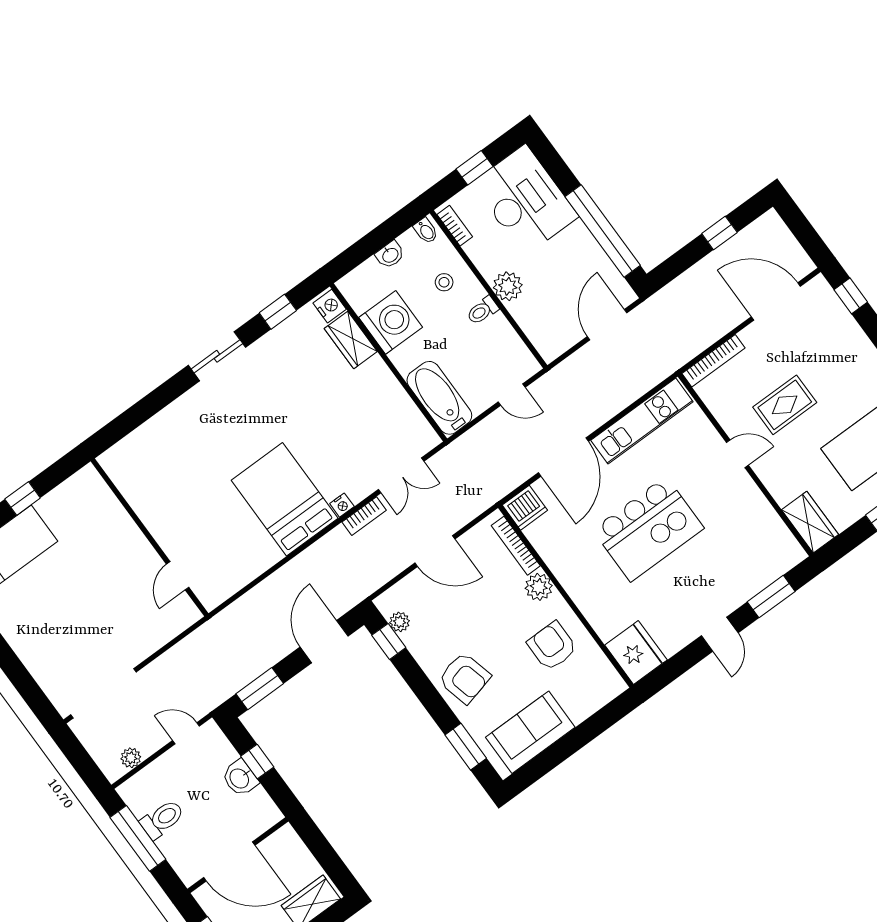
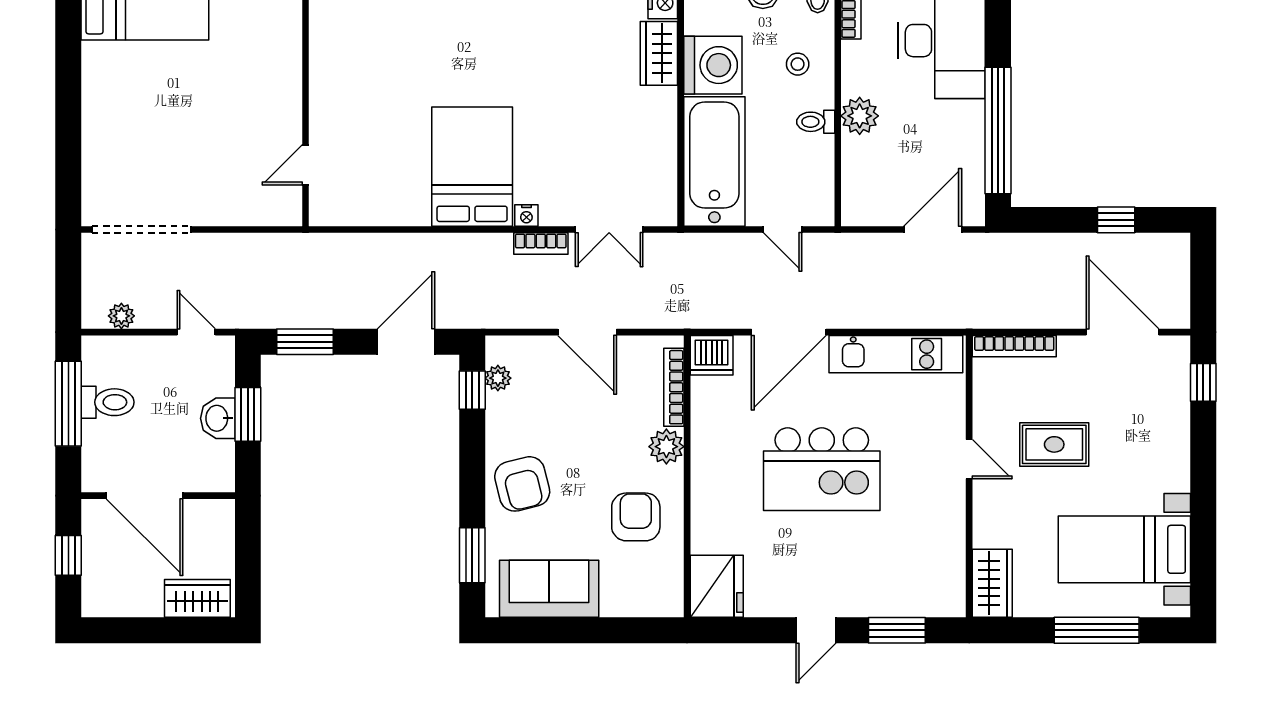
bathtub: (439, 398) -> (714, 161), width x1.36, depth x1.36
window: (257, 762) -> (248, 414), width x1.50

